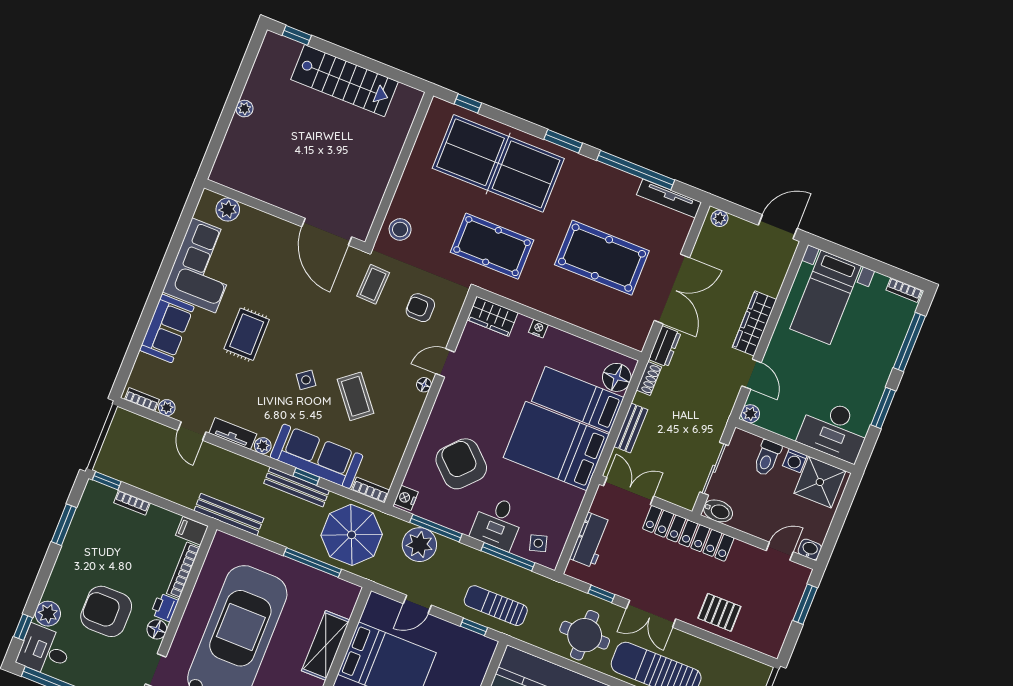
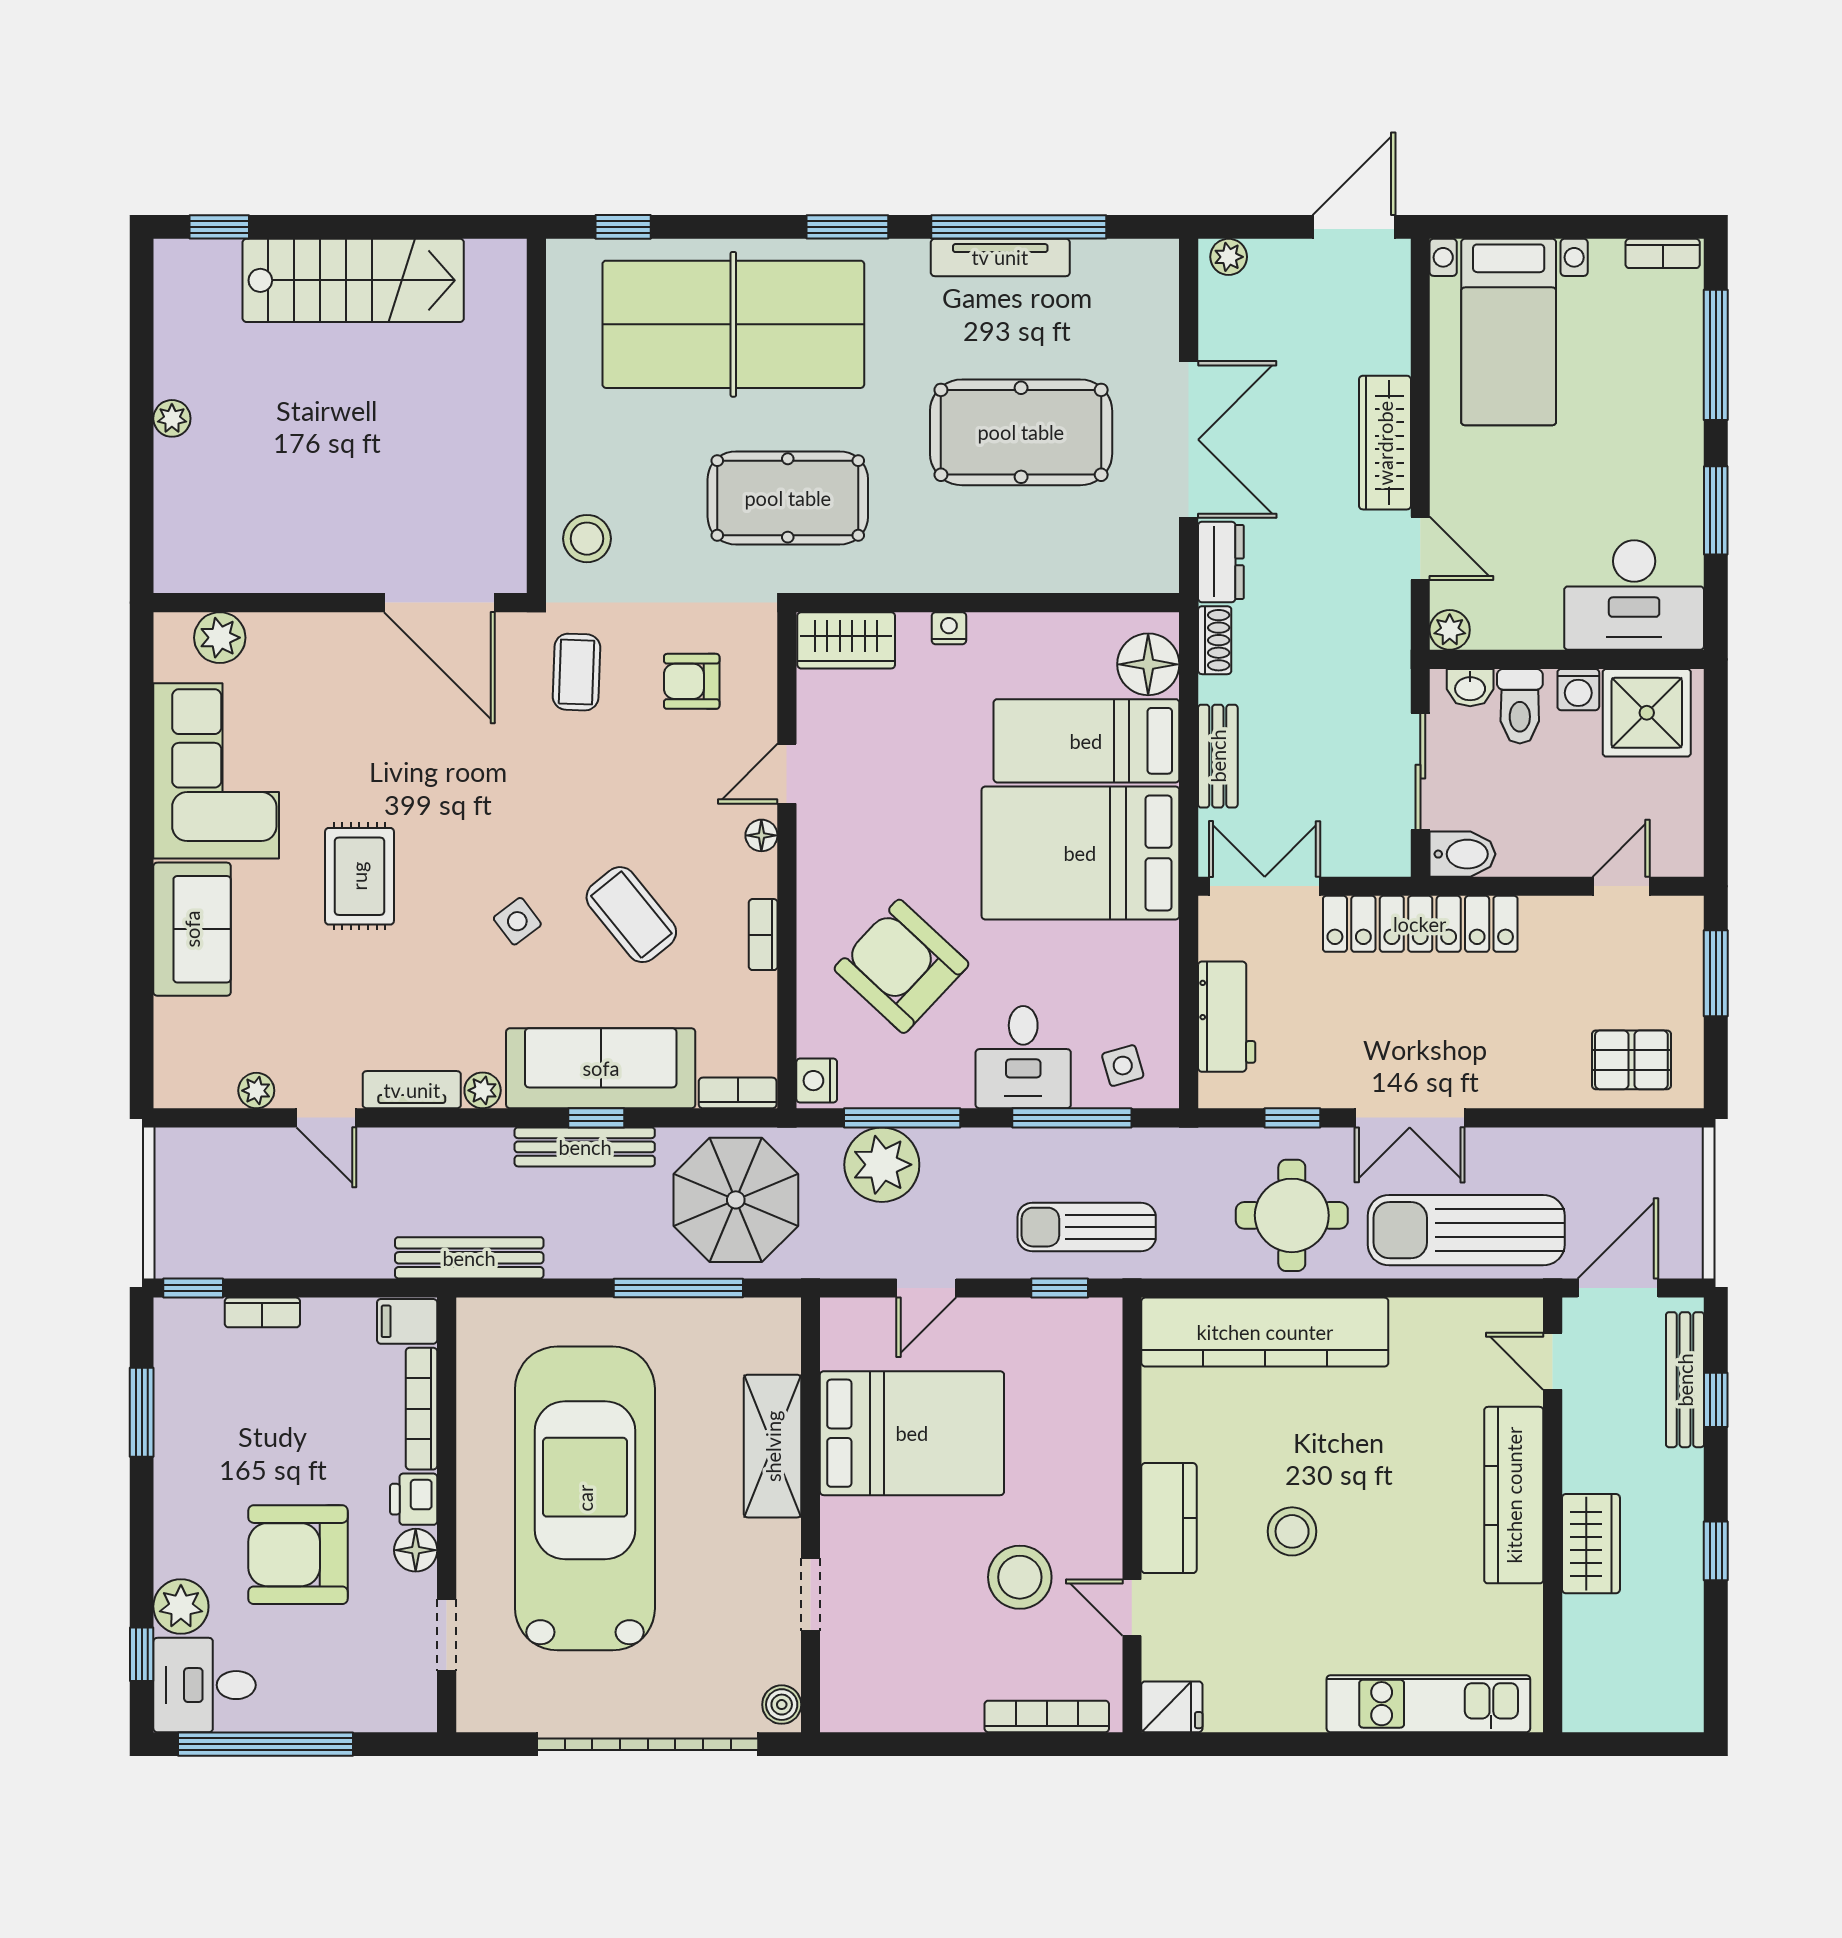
tv unit: (669, 199) -> (1000, 257), moved
bookcase: (142, 400) -> (763, 935), moved, turned -90
washbasin: (810, 549) -> (1470, 688), moved, turned 180
pallet: (719, 612) -> (1631, 1060), moved

